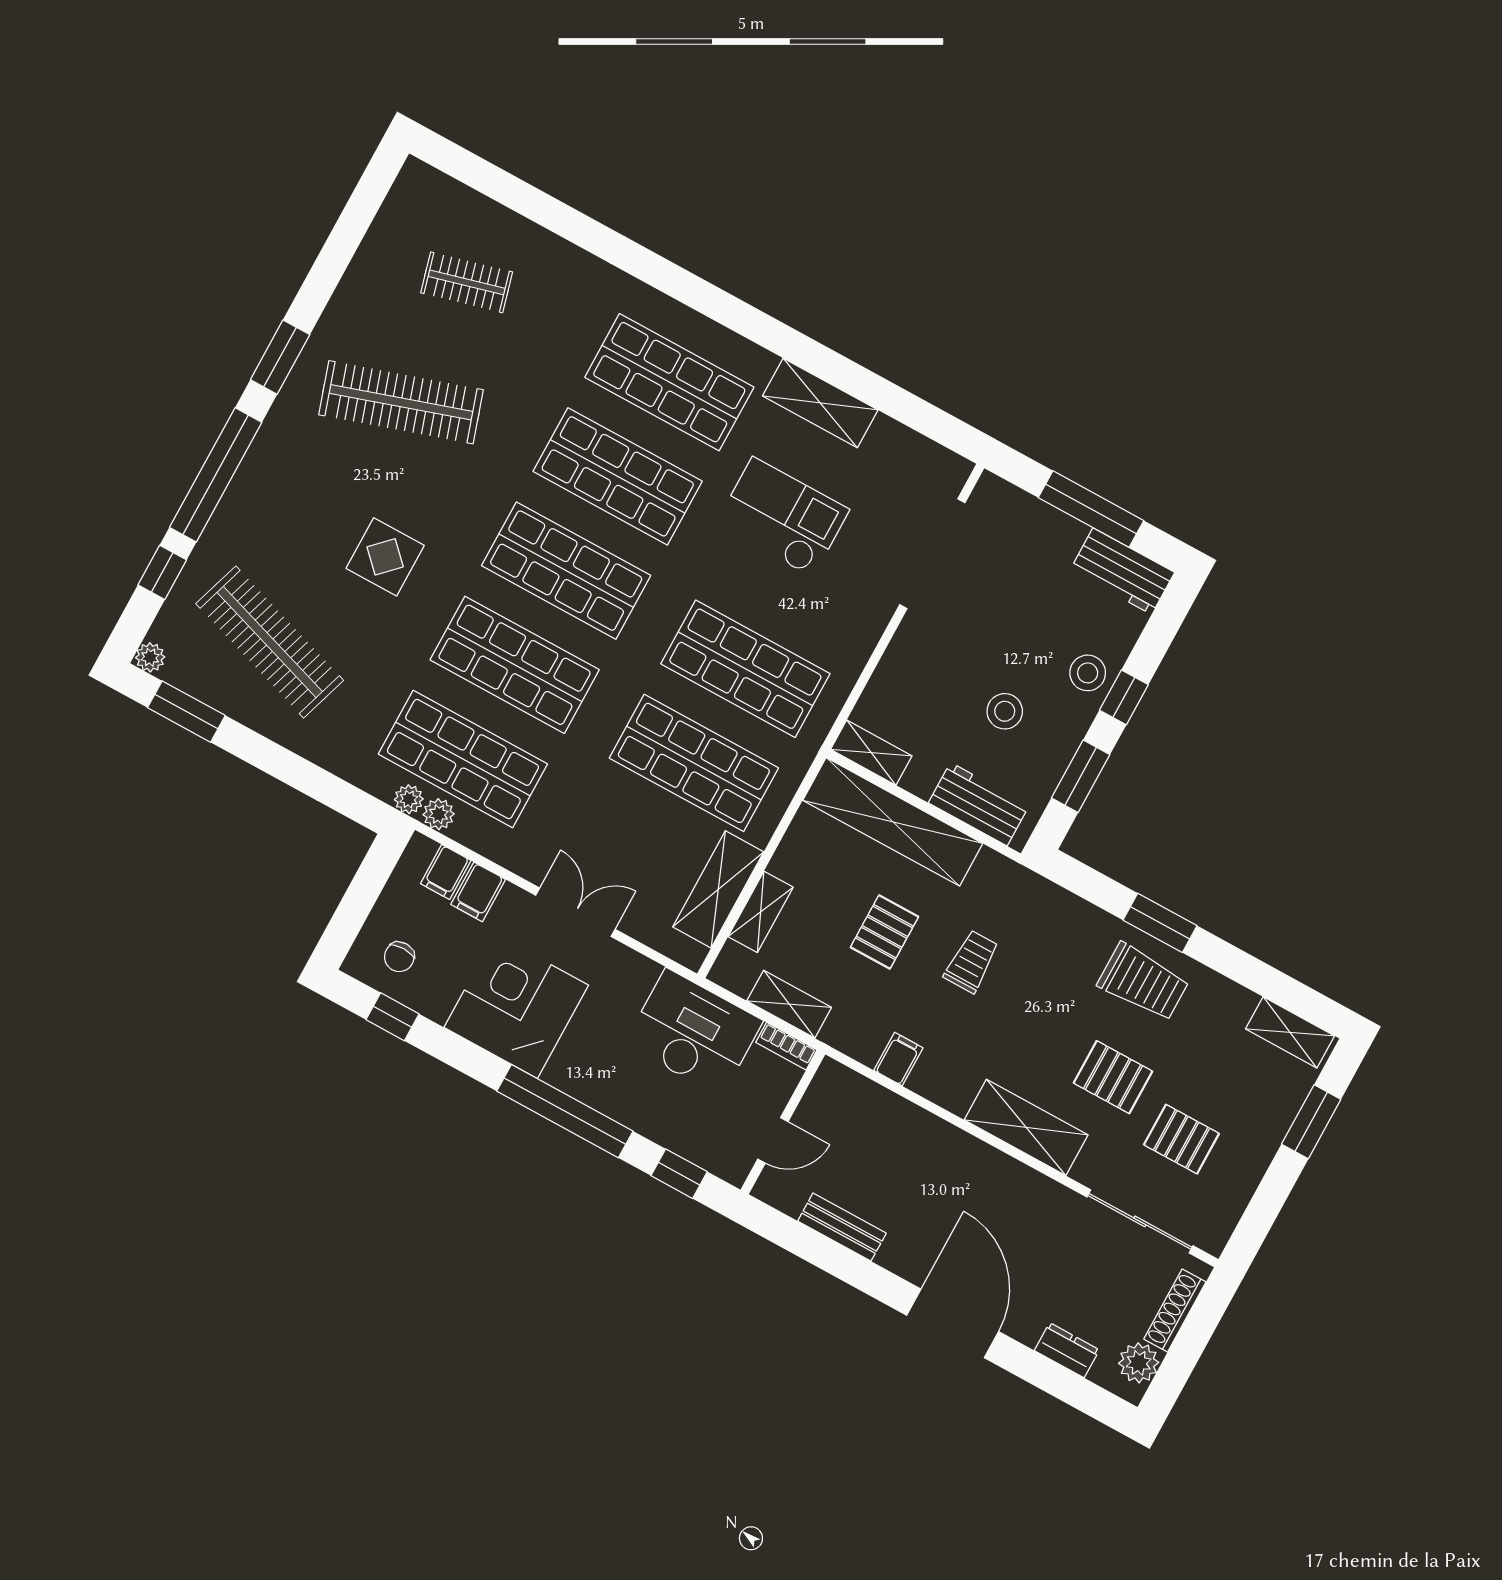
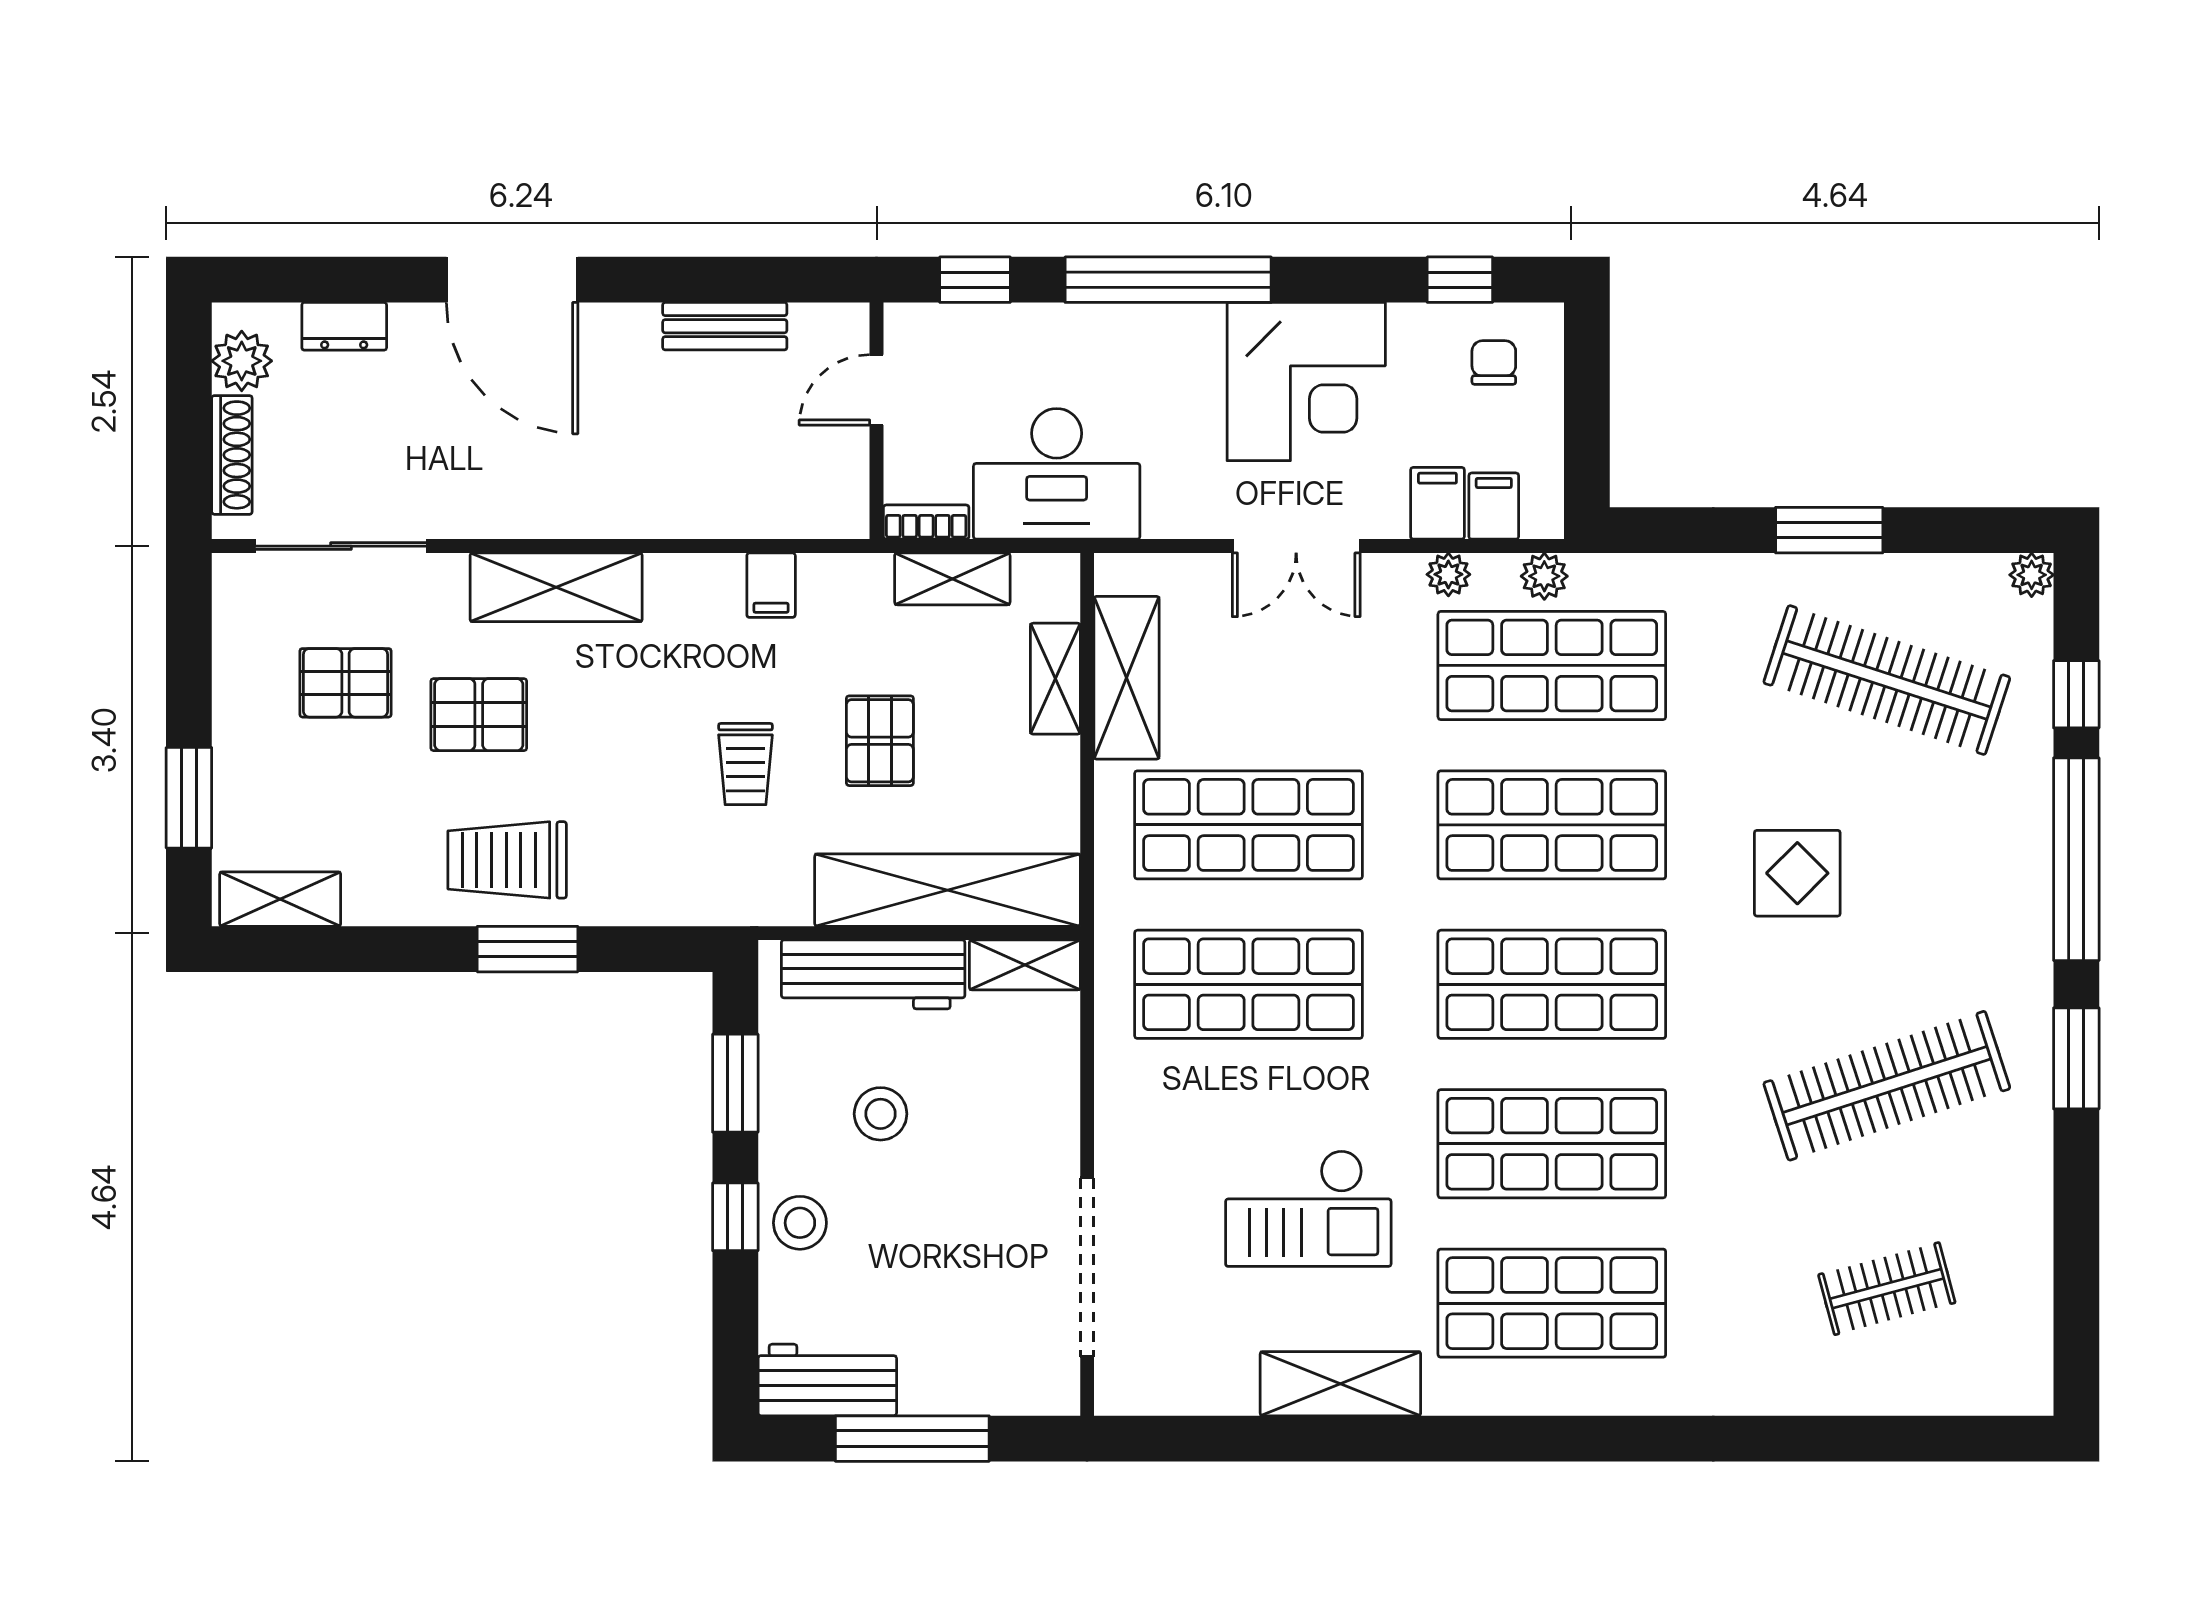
window: (186, 712) -> (1829, 530), moved
plant: (409, 799) -> (1448, 574), moved
workbench: (979, 804) -> (873, 974), width x1.38

